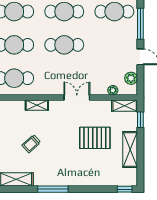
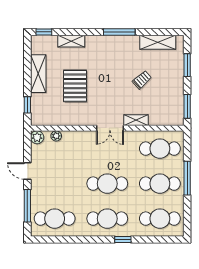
plant: (131, 78) -> (37, 137), moved
double door: (77, 98) -> (110, 128), moved
shelving: (125, 106) -> (71, 41), moved
pallet: (95, 138) -> (75, 86), turned 90

